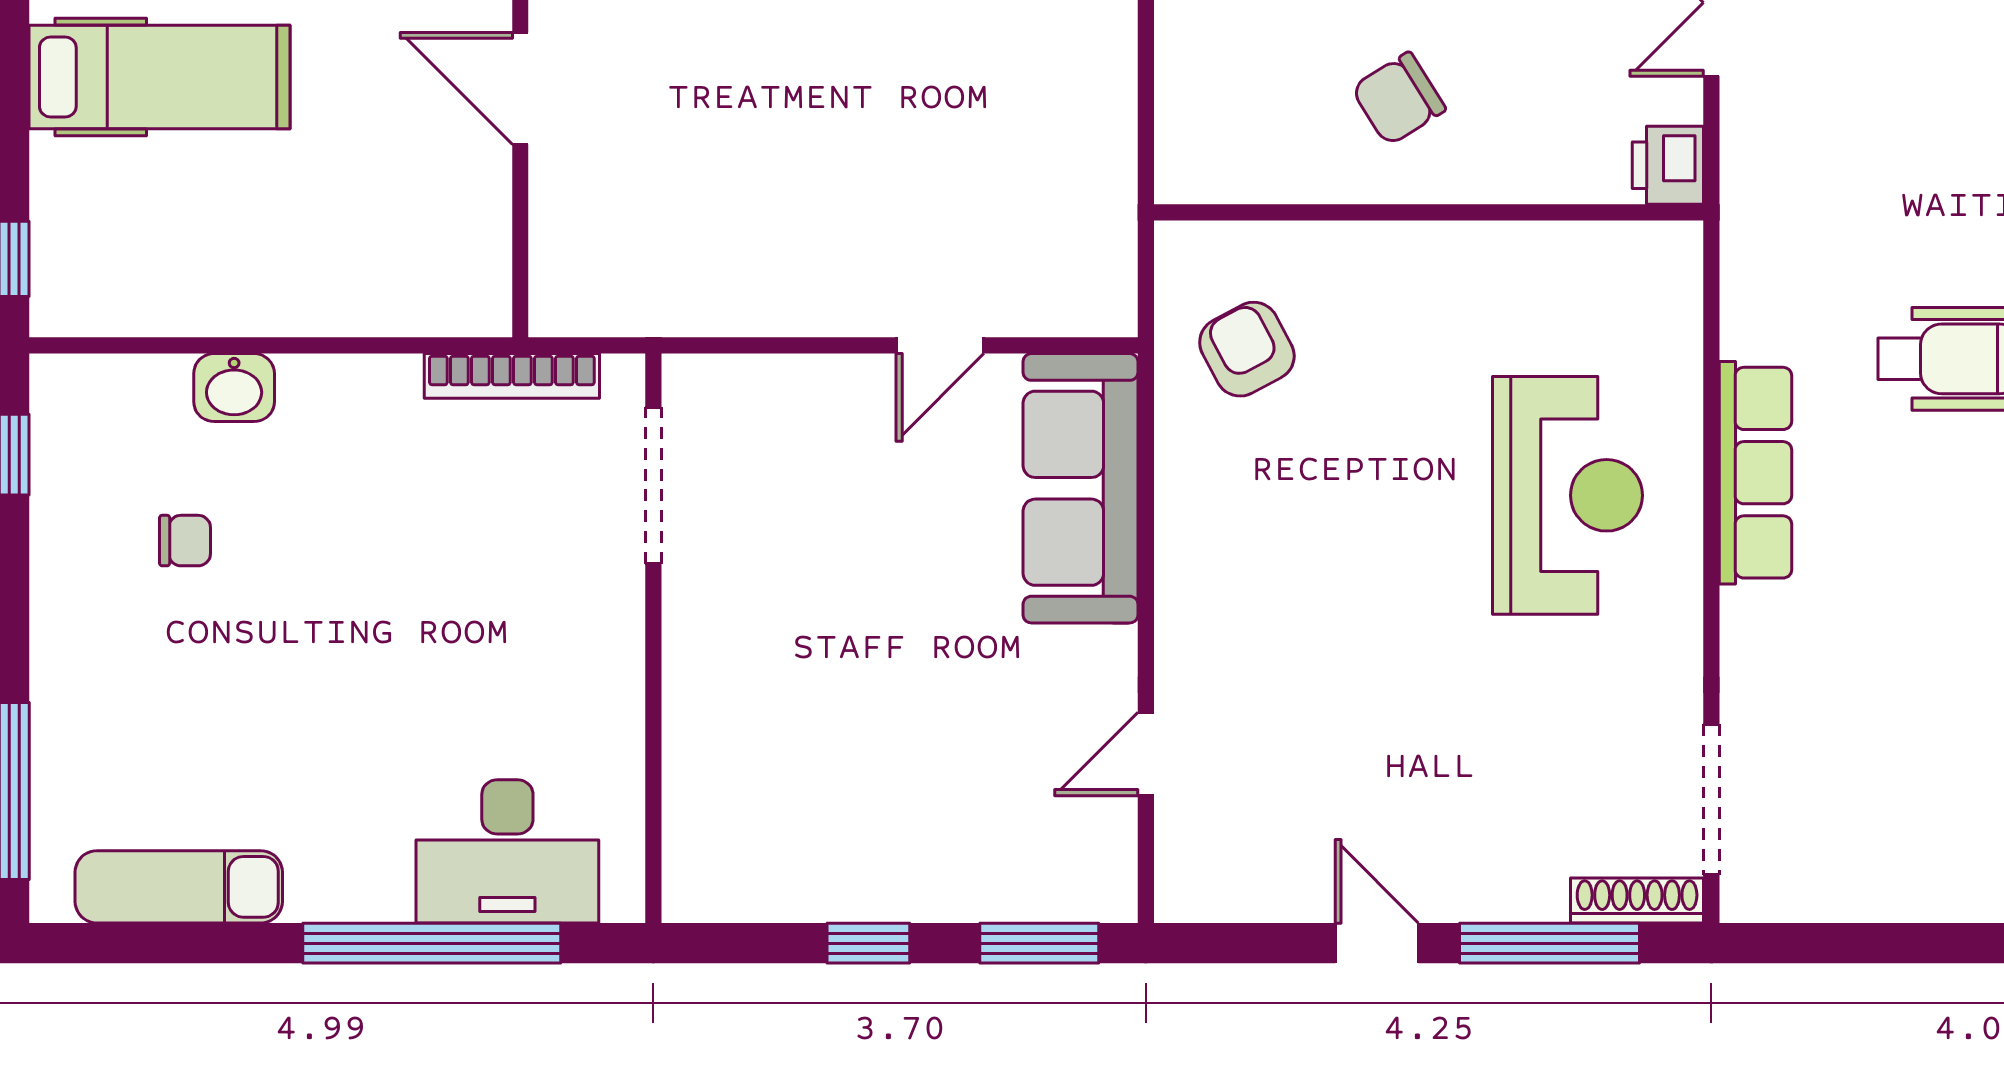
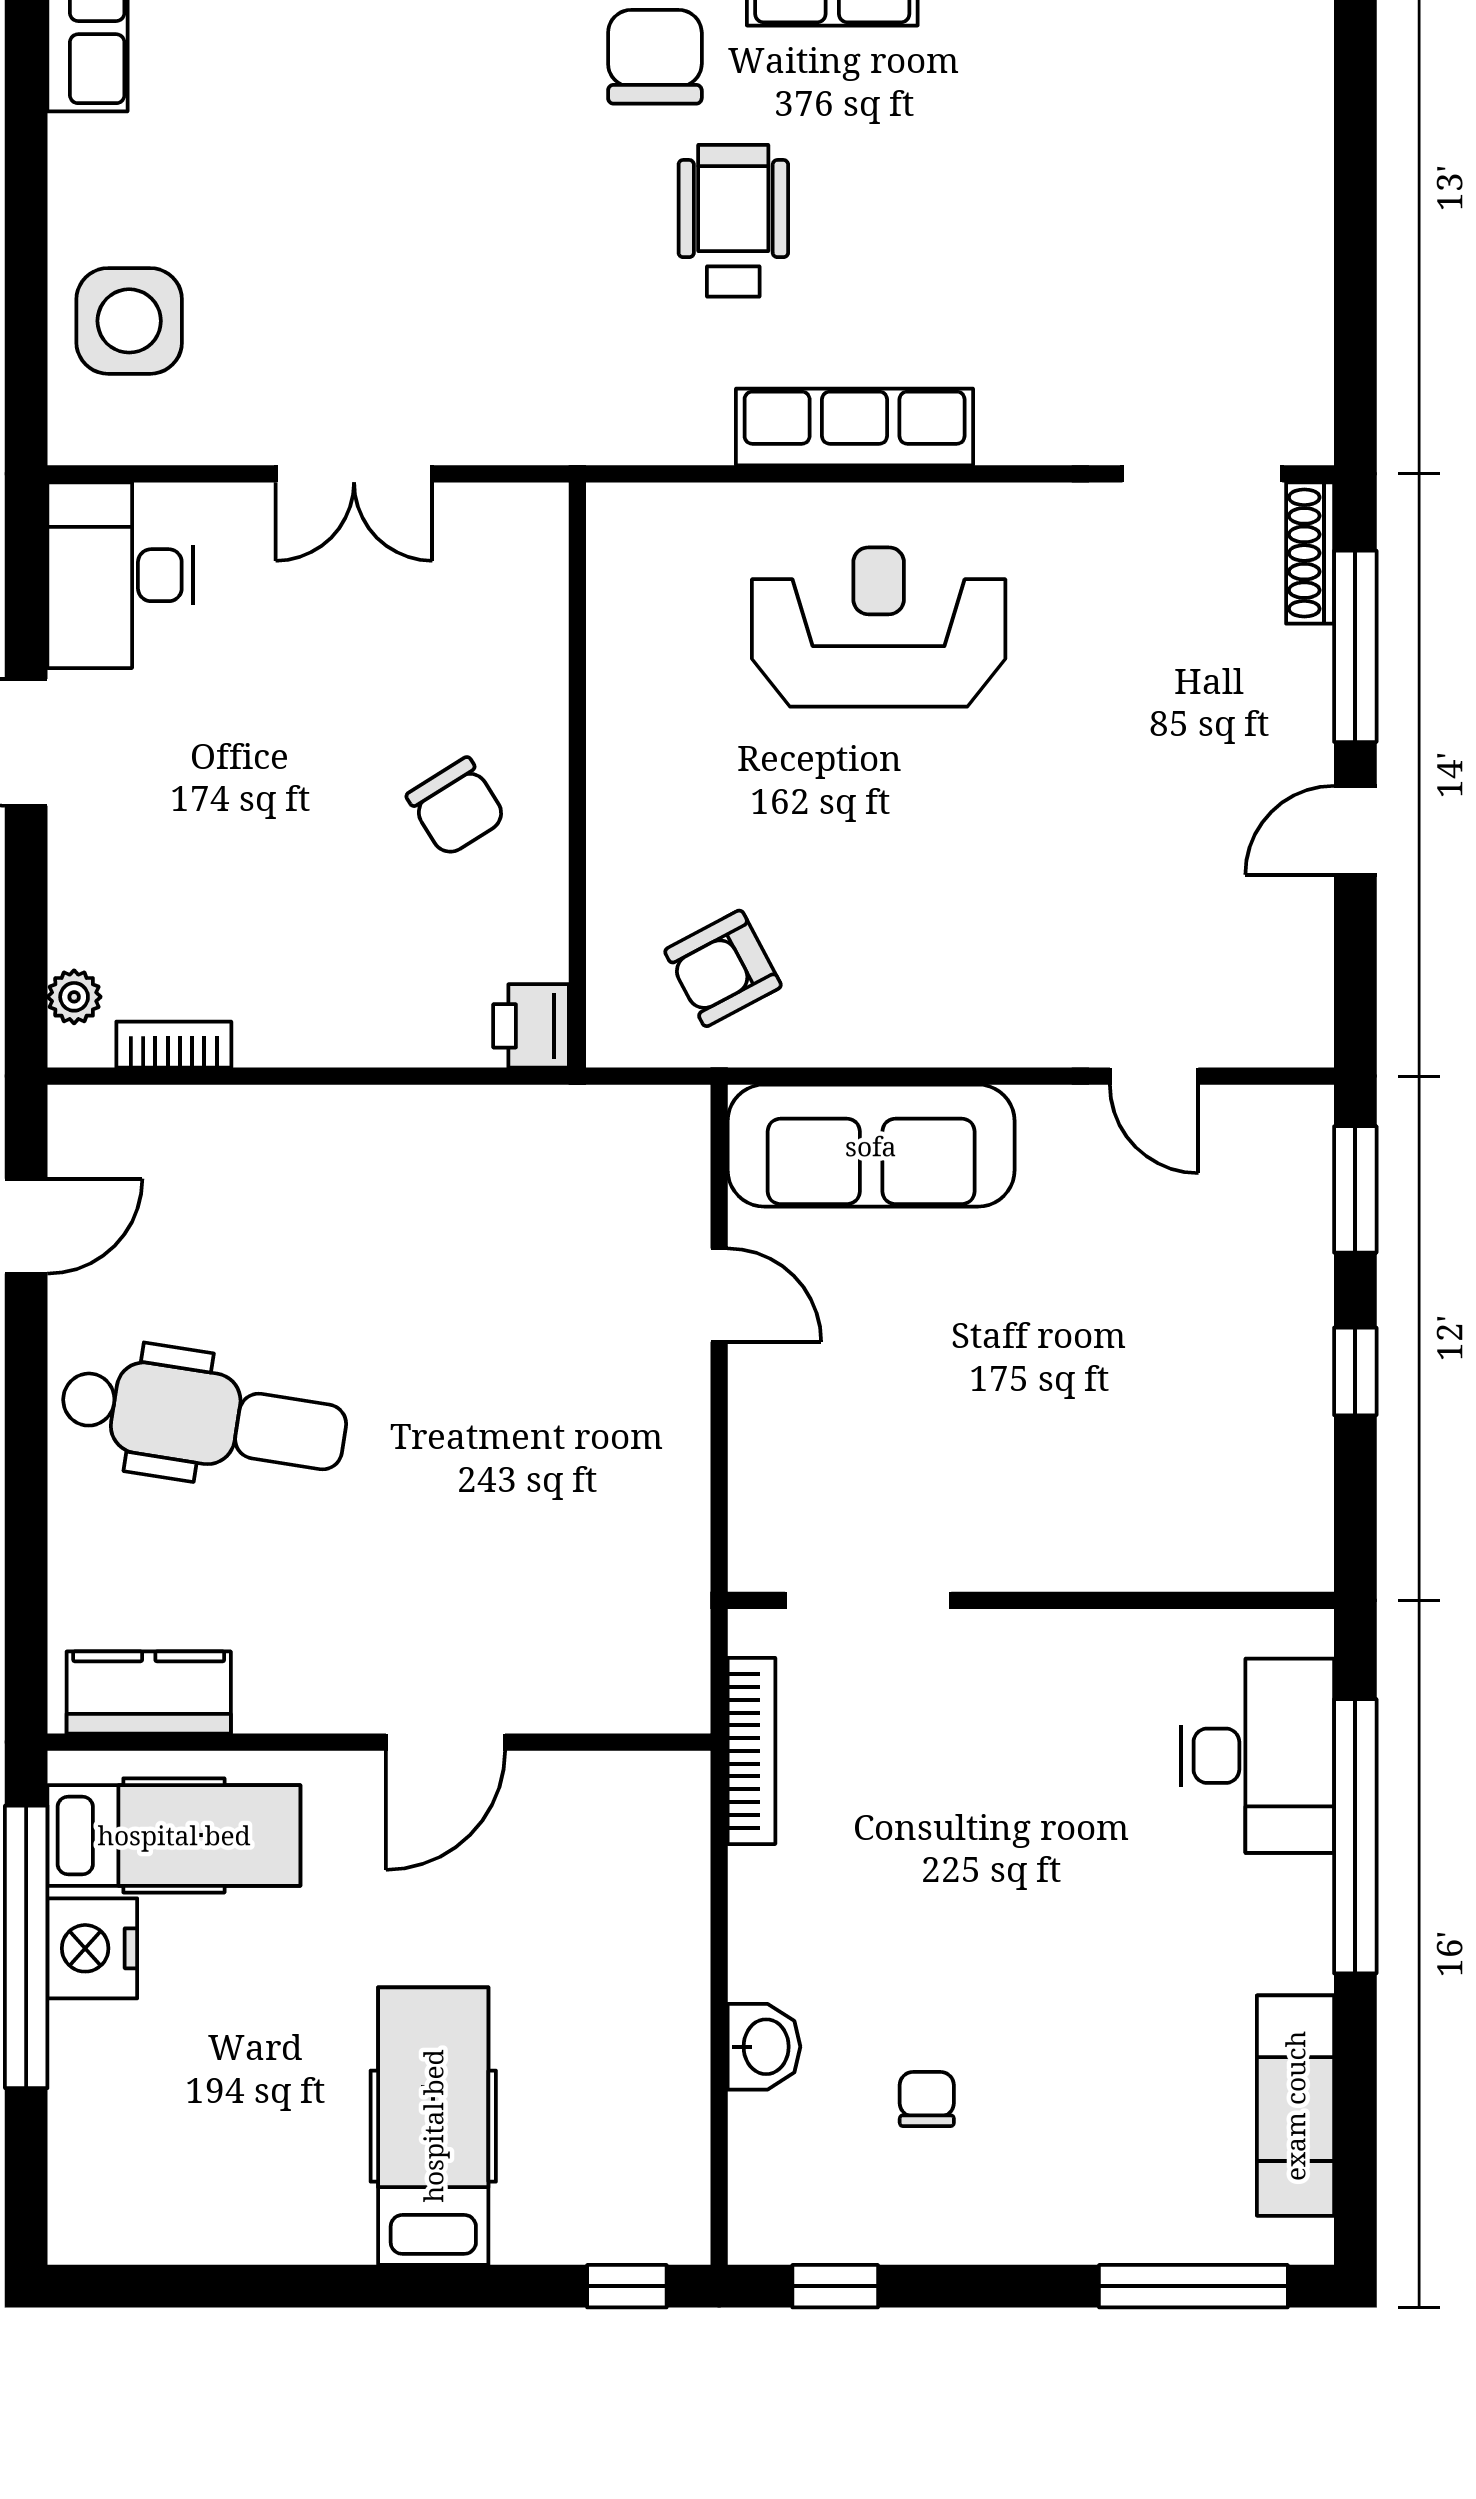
printer: (1668, 165) -> (531, 1026), moved, turned 90

